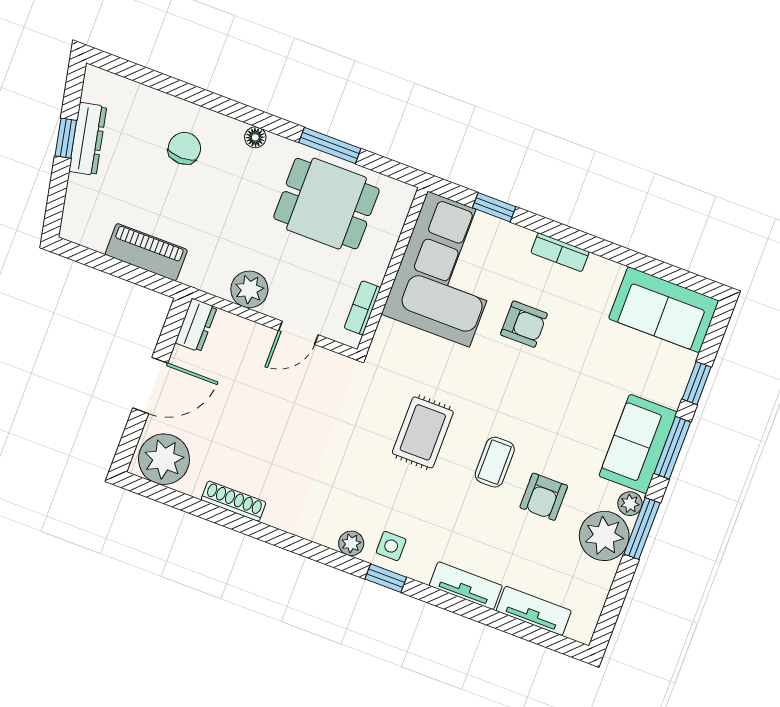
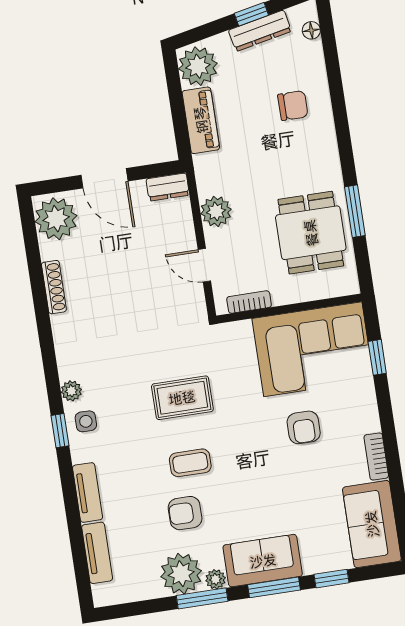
floor lamp: (255, 137) -> (311, 30), moved
plant: (89, 224) -> (198, 66), added
bookcase: (560, 252) -> (376, 456), moved

